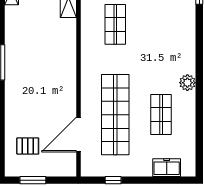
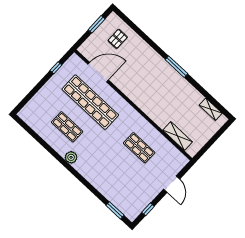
door: (79, 135) -> (98, 72), hinge flipped
freezer: (167, 168) -> (36, 103), removed

